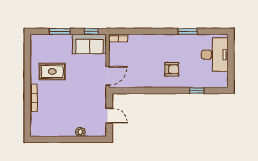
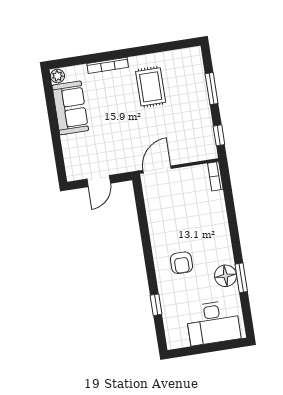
floor lamp: (185, 42) -> (226, 276), added
sofa: (89, 44) -> (70, 108), moved, turned 180
door: (107, 76) -> (157, 169), swing flipped
plant: (80, 132) -> (58, 76), moved

